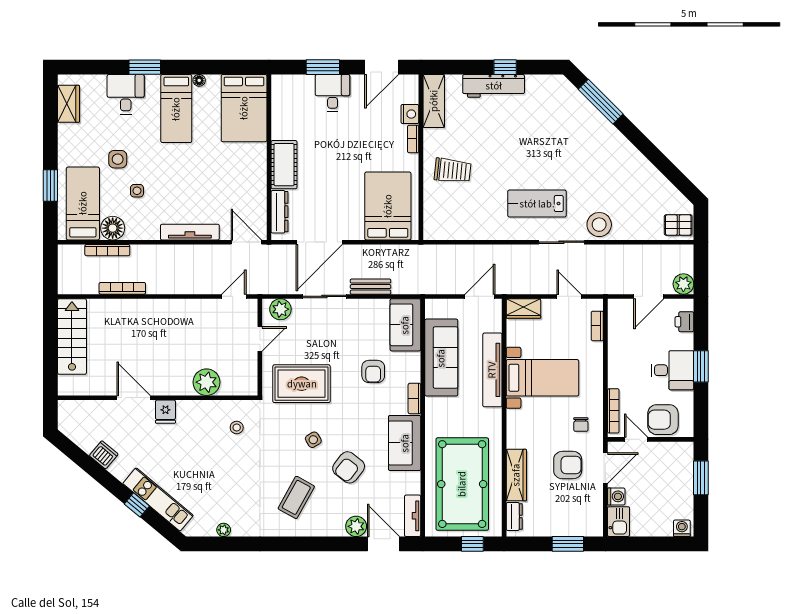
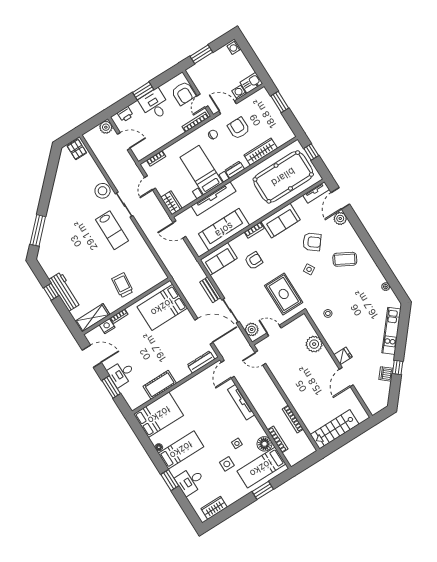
cot: (284, 165) -> (160, 385), moved
window: (137, 505) -> (398, 367), moved
dresser: (514, 516) -> (235, 170), moved

